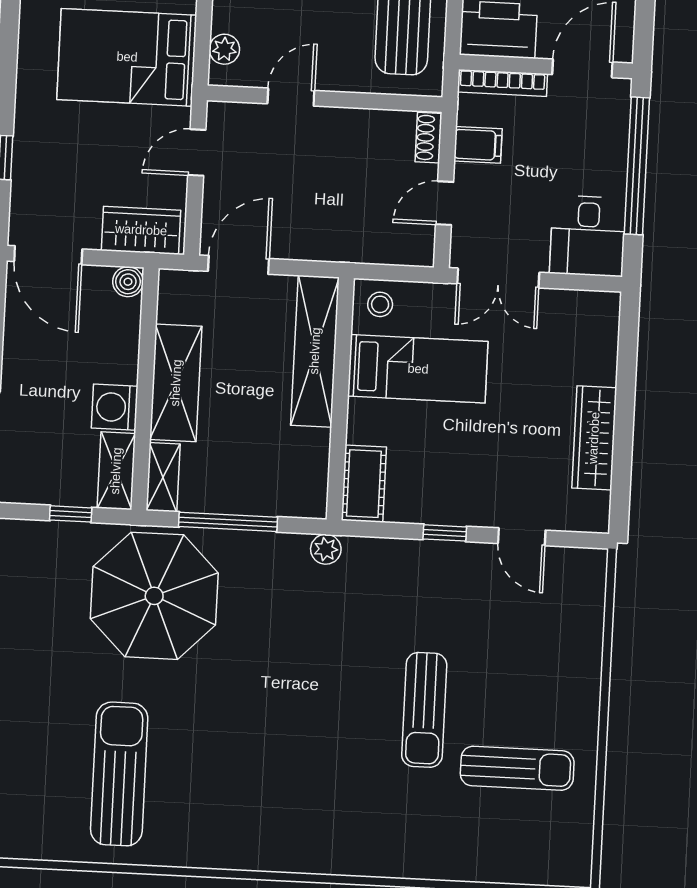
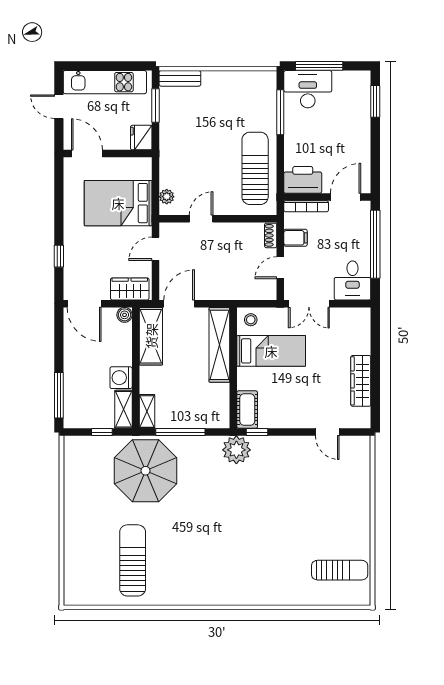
shelving: (176, 383) -> (151, 336), moved
window: (445, 533) -> (257, 432), moved
plant: (326, 549) -> (236, 450), width x1.88, depth x1.88
sun lounger: (424, 710) -> (283, 521), removed
sun lounger: (517, 768) -> (340, 570), moved

